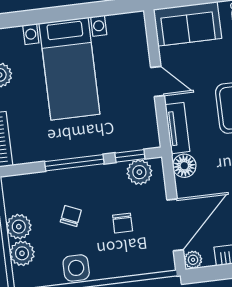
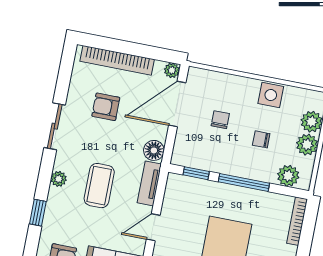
door: (158, 82) -> (153, 227), hinge flipped
plant: (139, 172) -> (288, 176), moved
chair: (71, 216) -> (261, 139), turned 67

